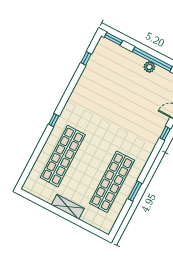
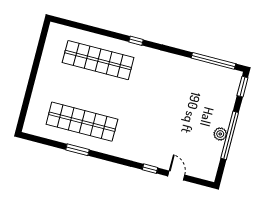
window: (86, 58) -> (213, 61), width x3.17
shelving: (68, 207) -> (43, 79), removed

